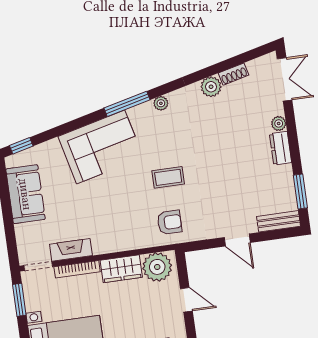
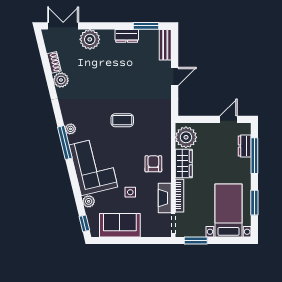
plant: (161, 103) -> (70, 129), moved
plant: (279, 123) -> (90, 39), width x1.88, depth x1.88
plant: (52, 147) -> (89, 201), added
dresser: (280, 148) -> (127, 36), moved
coffee table: (168, 177) -> (122, 120), turned 90
side table: (72, 202) -> (130, 192), added
armchair: (170, 222) -> (153, 164), moved
door: (186, 300) -> (228, 119), moved

